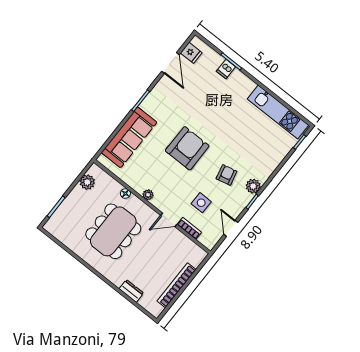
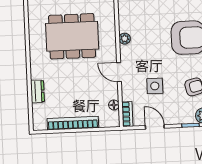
floor lamp: (125, 194) -> (114, 105), moved
bookcase: (189, 228) -> (127, 114), moved
door: (231, 228) -> (155, 127), hinge flipped

